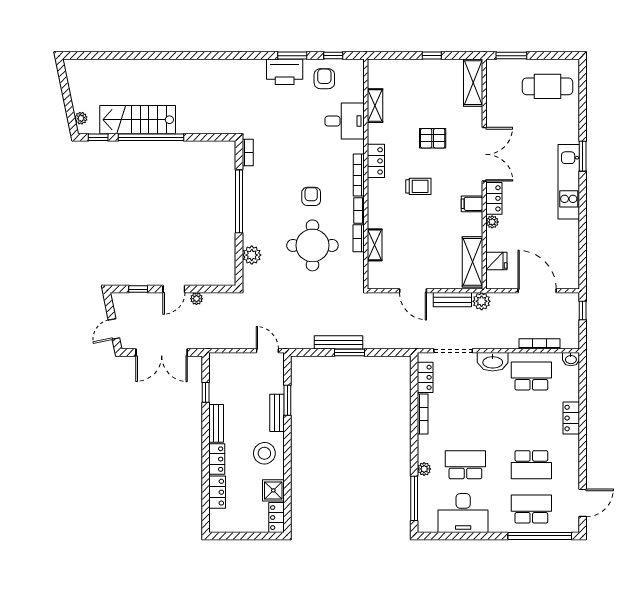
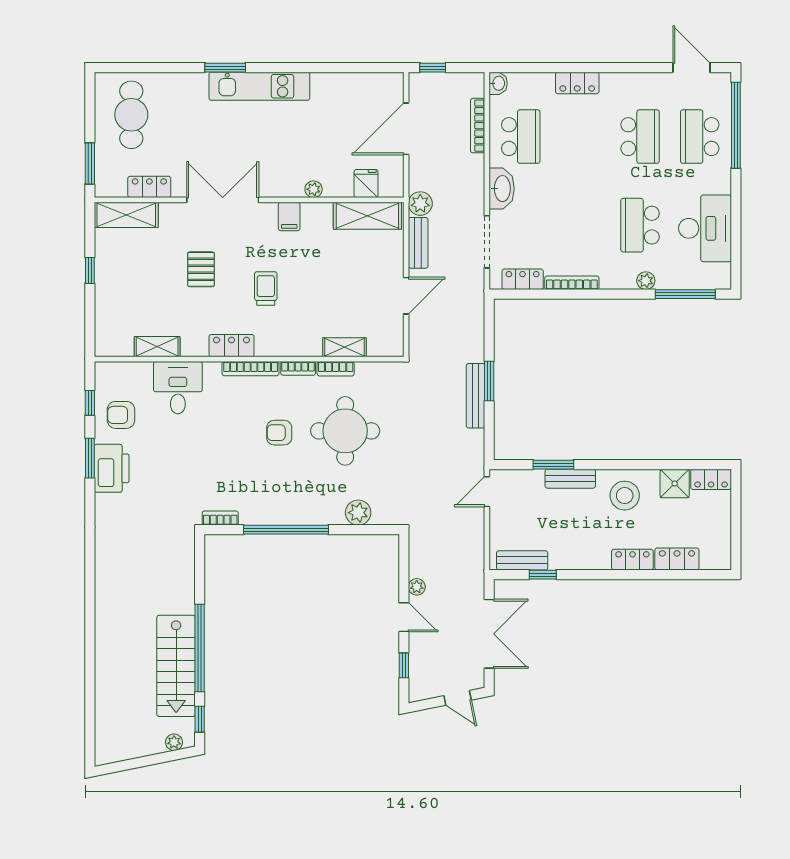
locker: (494, 198) -> (149, 187), moved
school desk: (531, 376) -> (521, 137), turned 180
bench: (216, 423) -> (522, 560), moved

